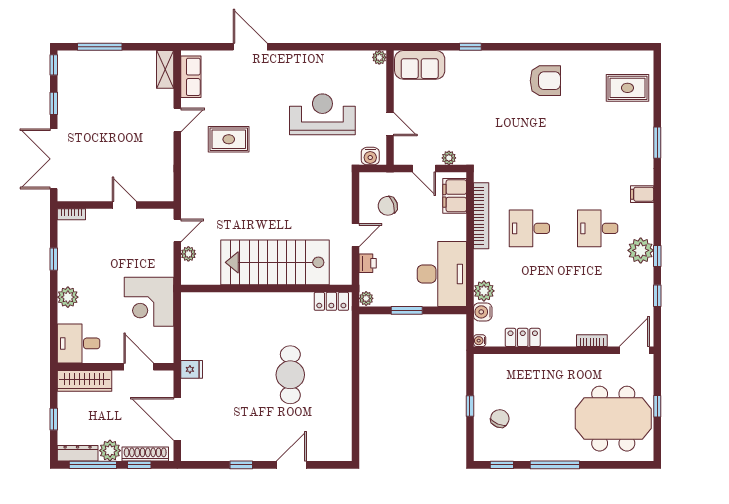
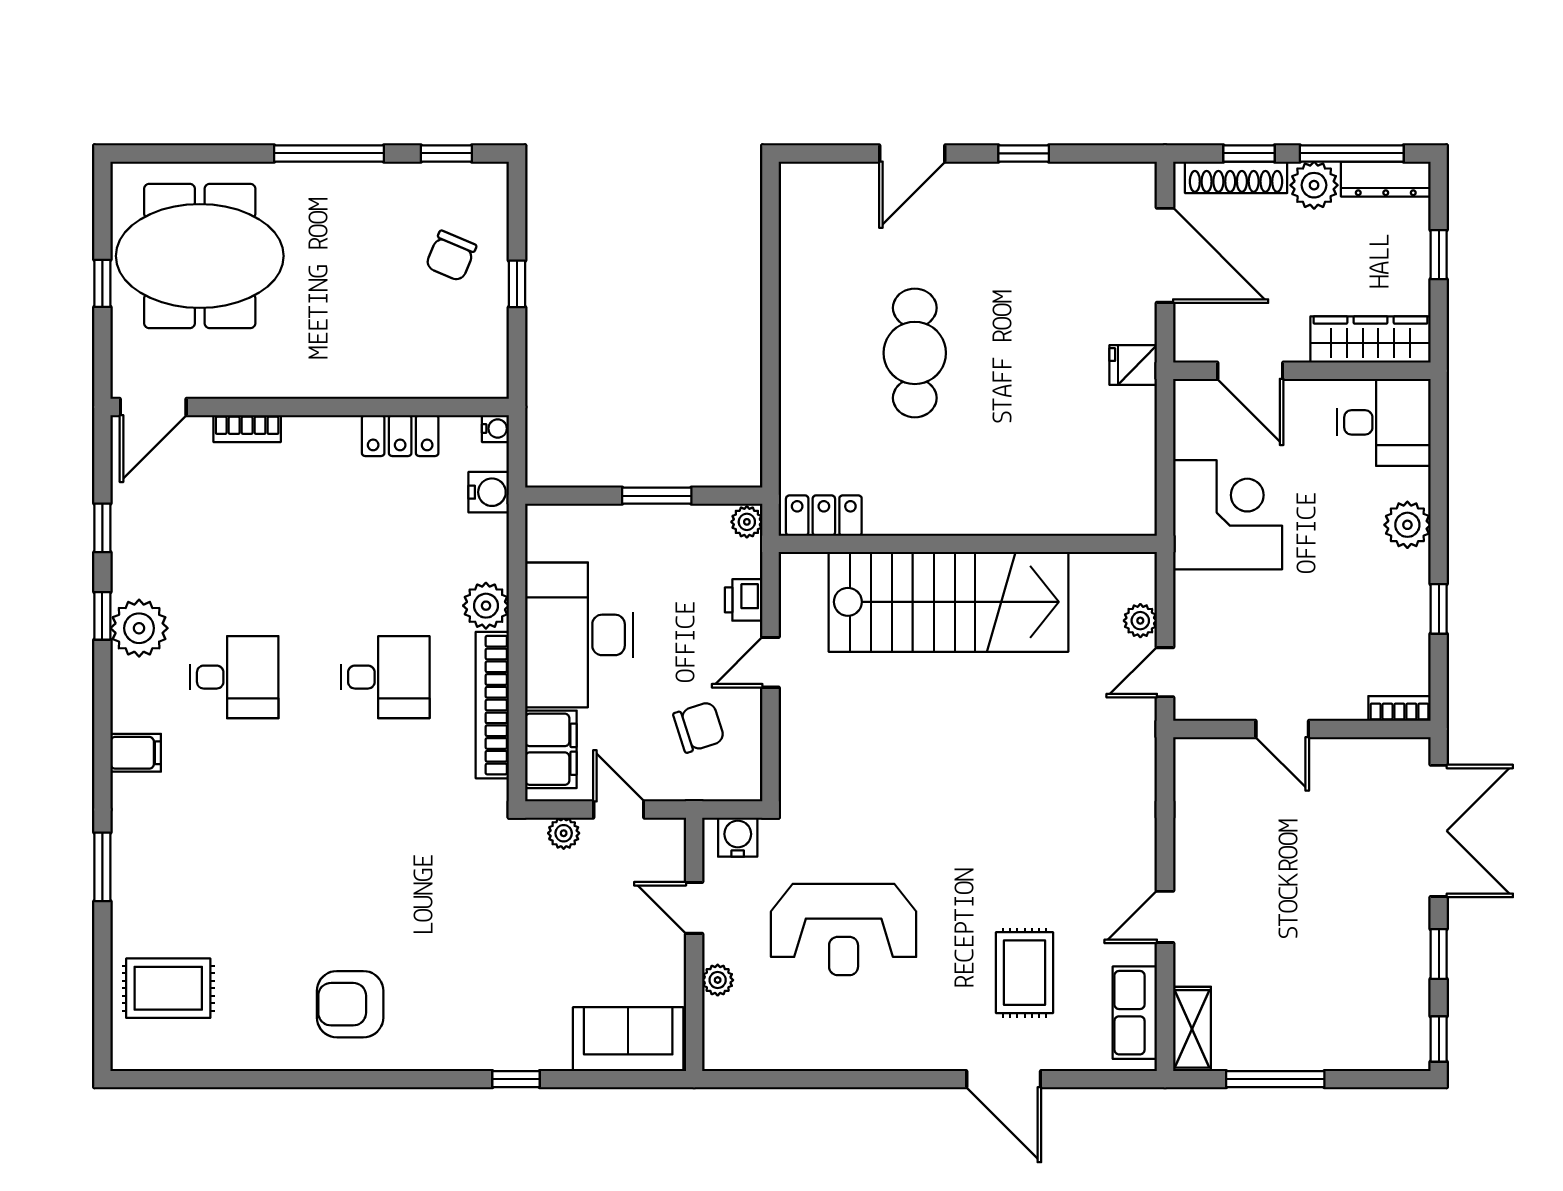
window: (100, 47) -> (1275, 1079), moved
plant: (379, 57) -> (718, 980), moved
rug: (229, 139) -> (1025, 973), moved, turned 90
desk: (442, 274) -> (579, 635), moved
plant: (484, 291) -> (486, 606), moved

